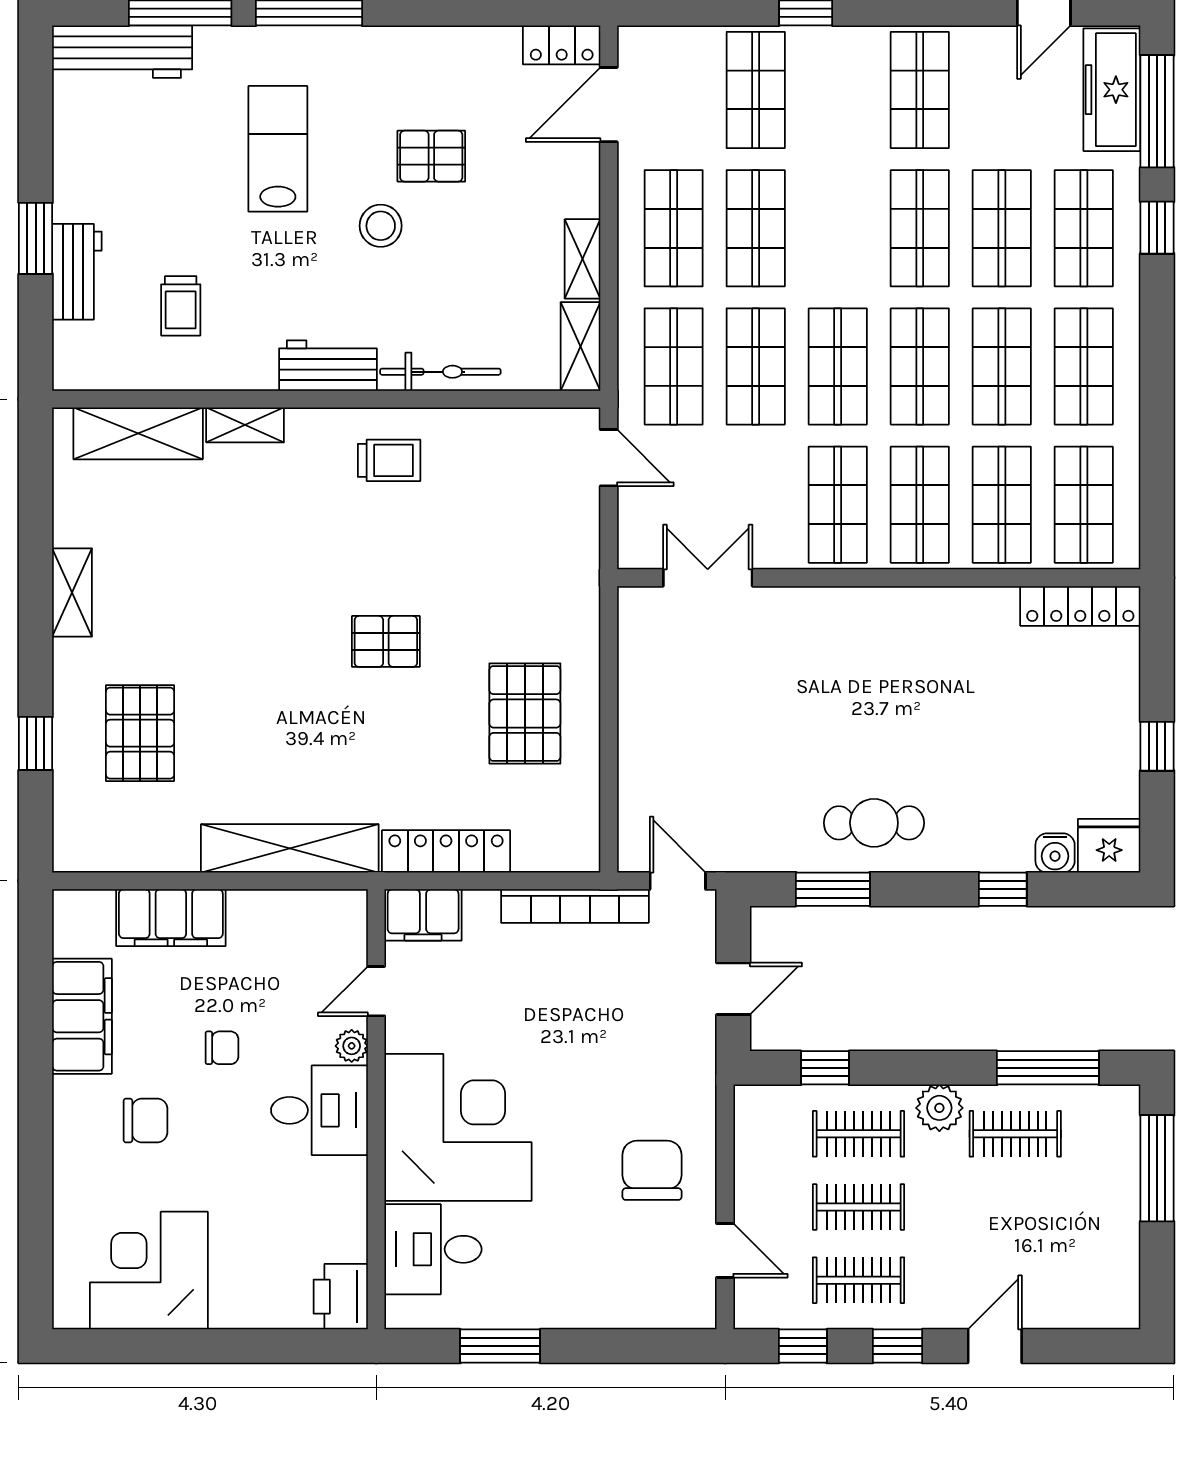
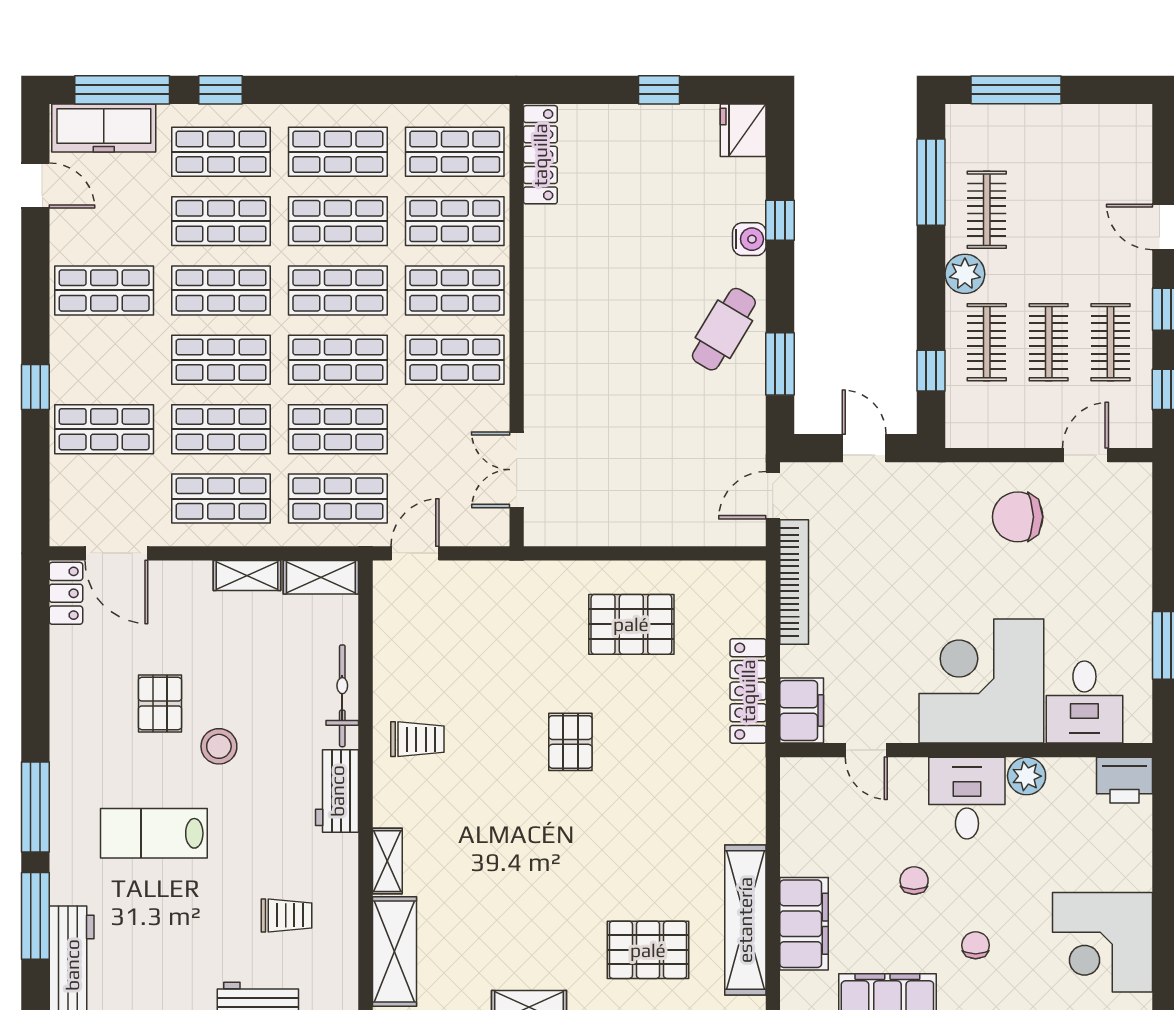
shop shelf: (838, 228) -> (221, 360), added
trolley: (389, 460) -> (417, 739), turned 90
cafe table: (874, 823) -> (724, 329), turned 31
shelving: (290, 848) -> (745, 920), moved
water cooler: (1055, 853) -> (749, 239), moved
plant: (352, 1046) -> (1027, 776), moved, width x1.38, depth x1.38
chair: (146, 1120) -> (976, 945), width x0.73, depth x0.73

